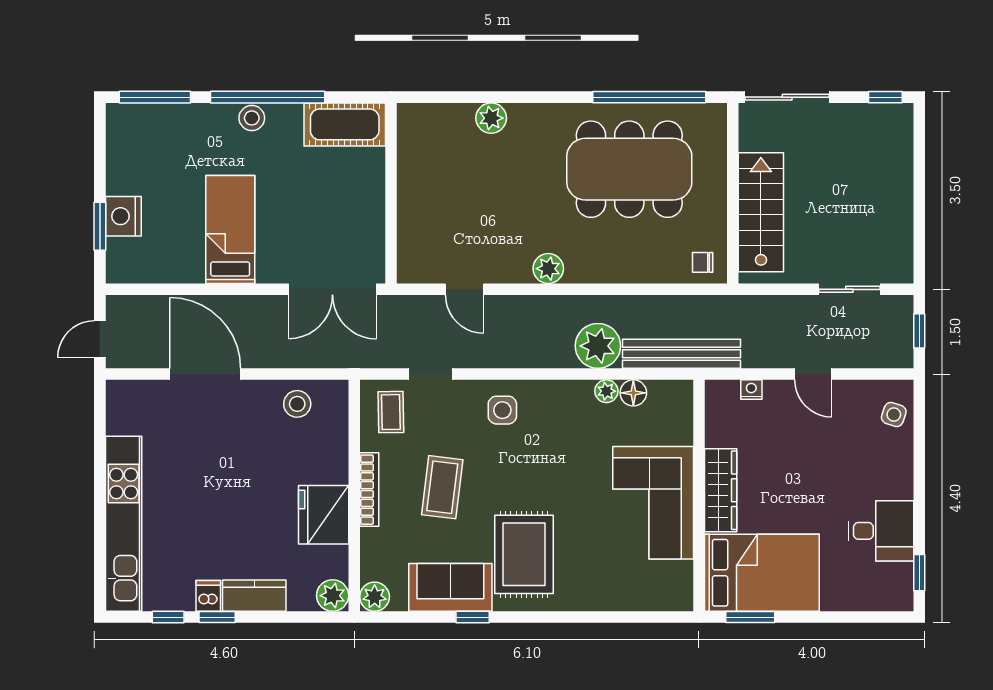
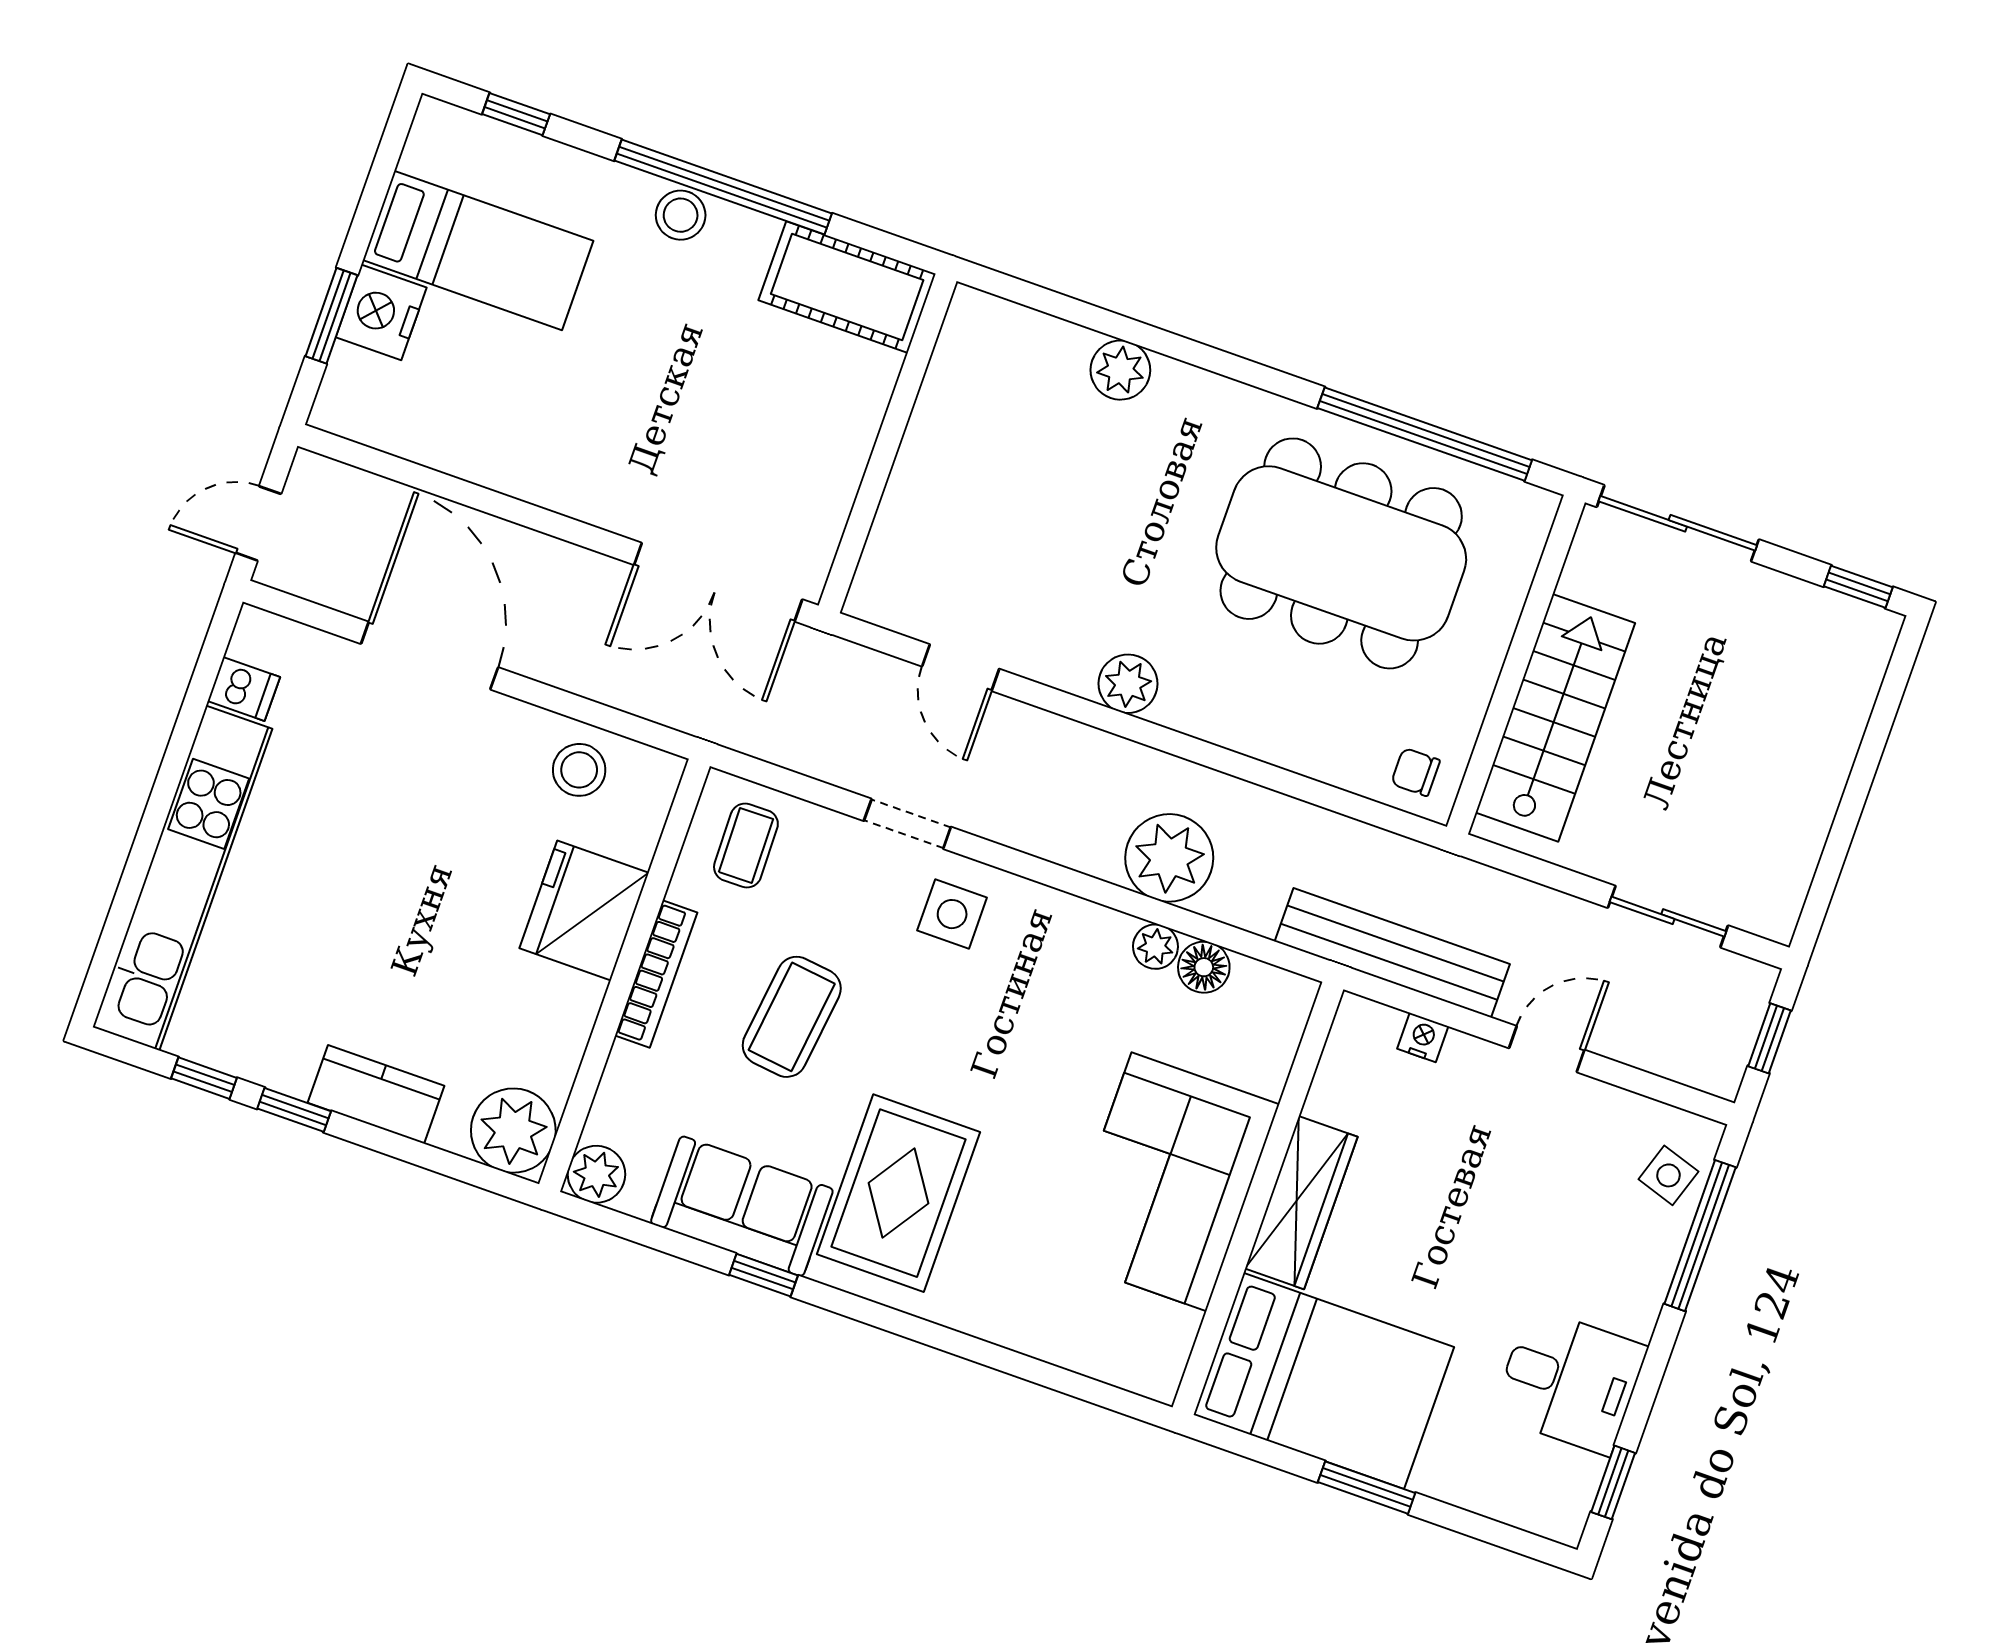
window: (155, 97) -> (516, 114), width x0.46
bed: (230, 229) -> (478, 250), moved, turned 90
bench: (682, 354) -> (1392, 953), moved
doorway: (431, 374) -> (907, 824), moved
door: (813, 374) -> (1547, 1049), swing flipped
window: (919, 438) -> (1700, 1236), added
fridge: (324, 515) -> (584, 911), moved
dishwasher: (208, 596) -> (244, 689), moved, turned 90
plant: (333, 596) -> (513, 1131), width x1.36, depth x1.36
window: (750, 617) -> (1367, 1488), moved

